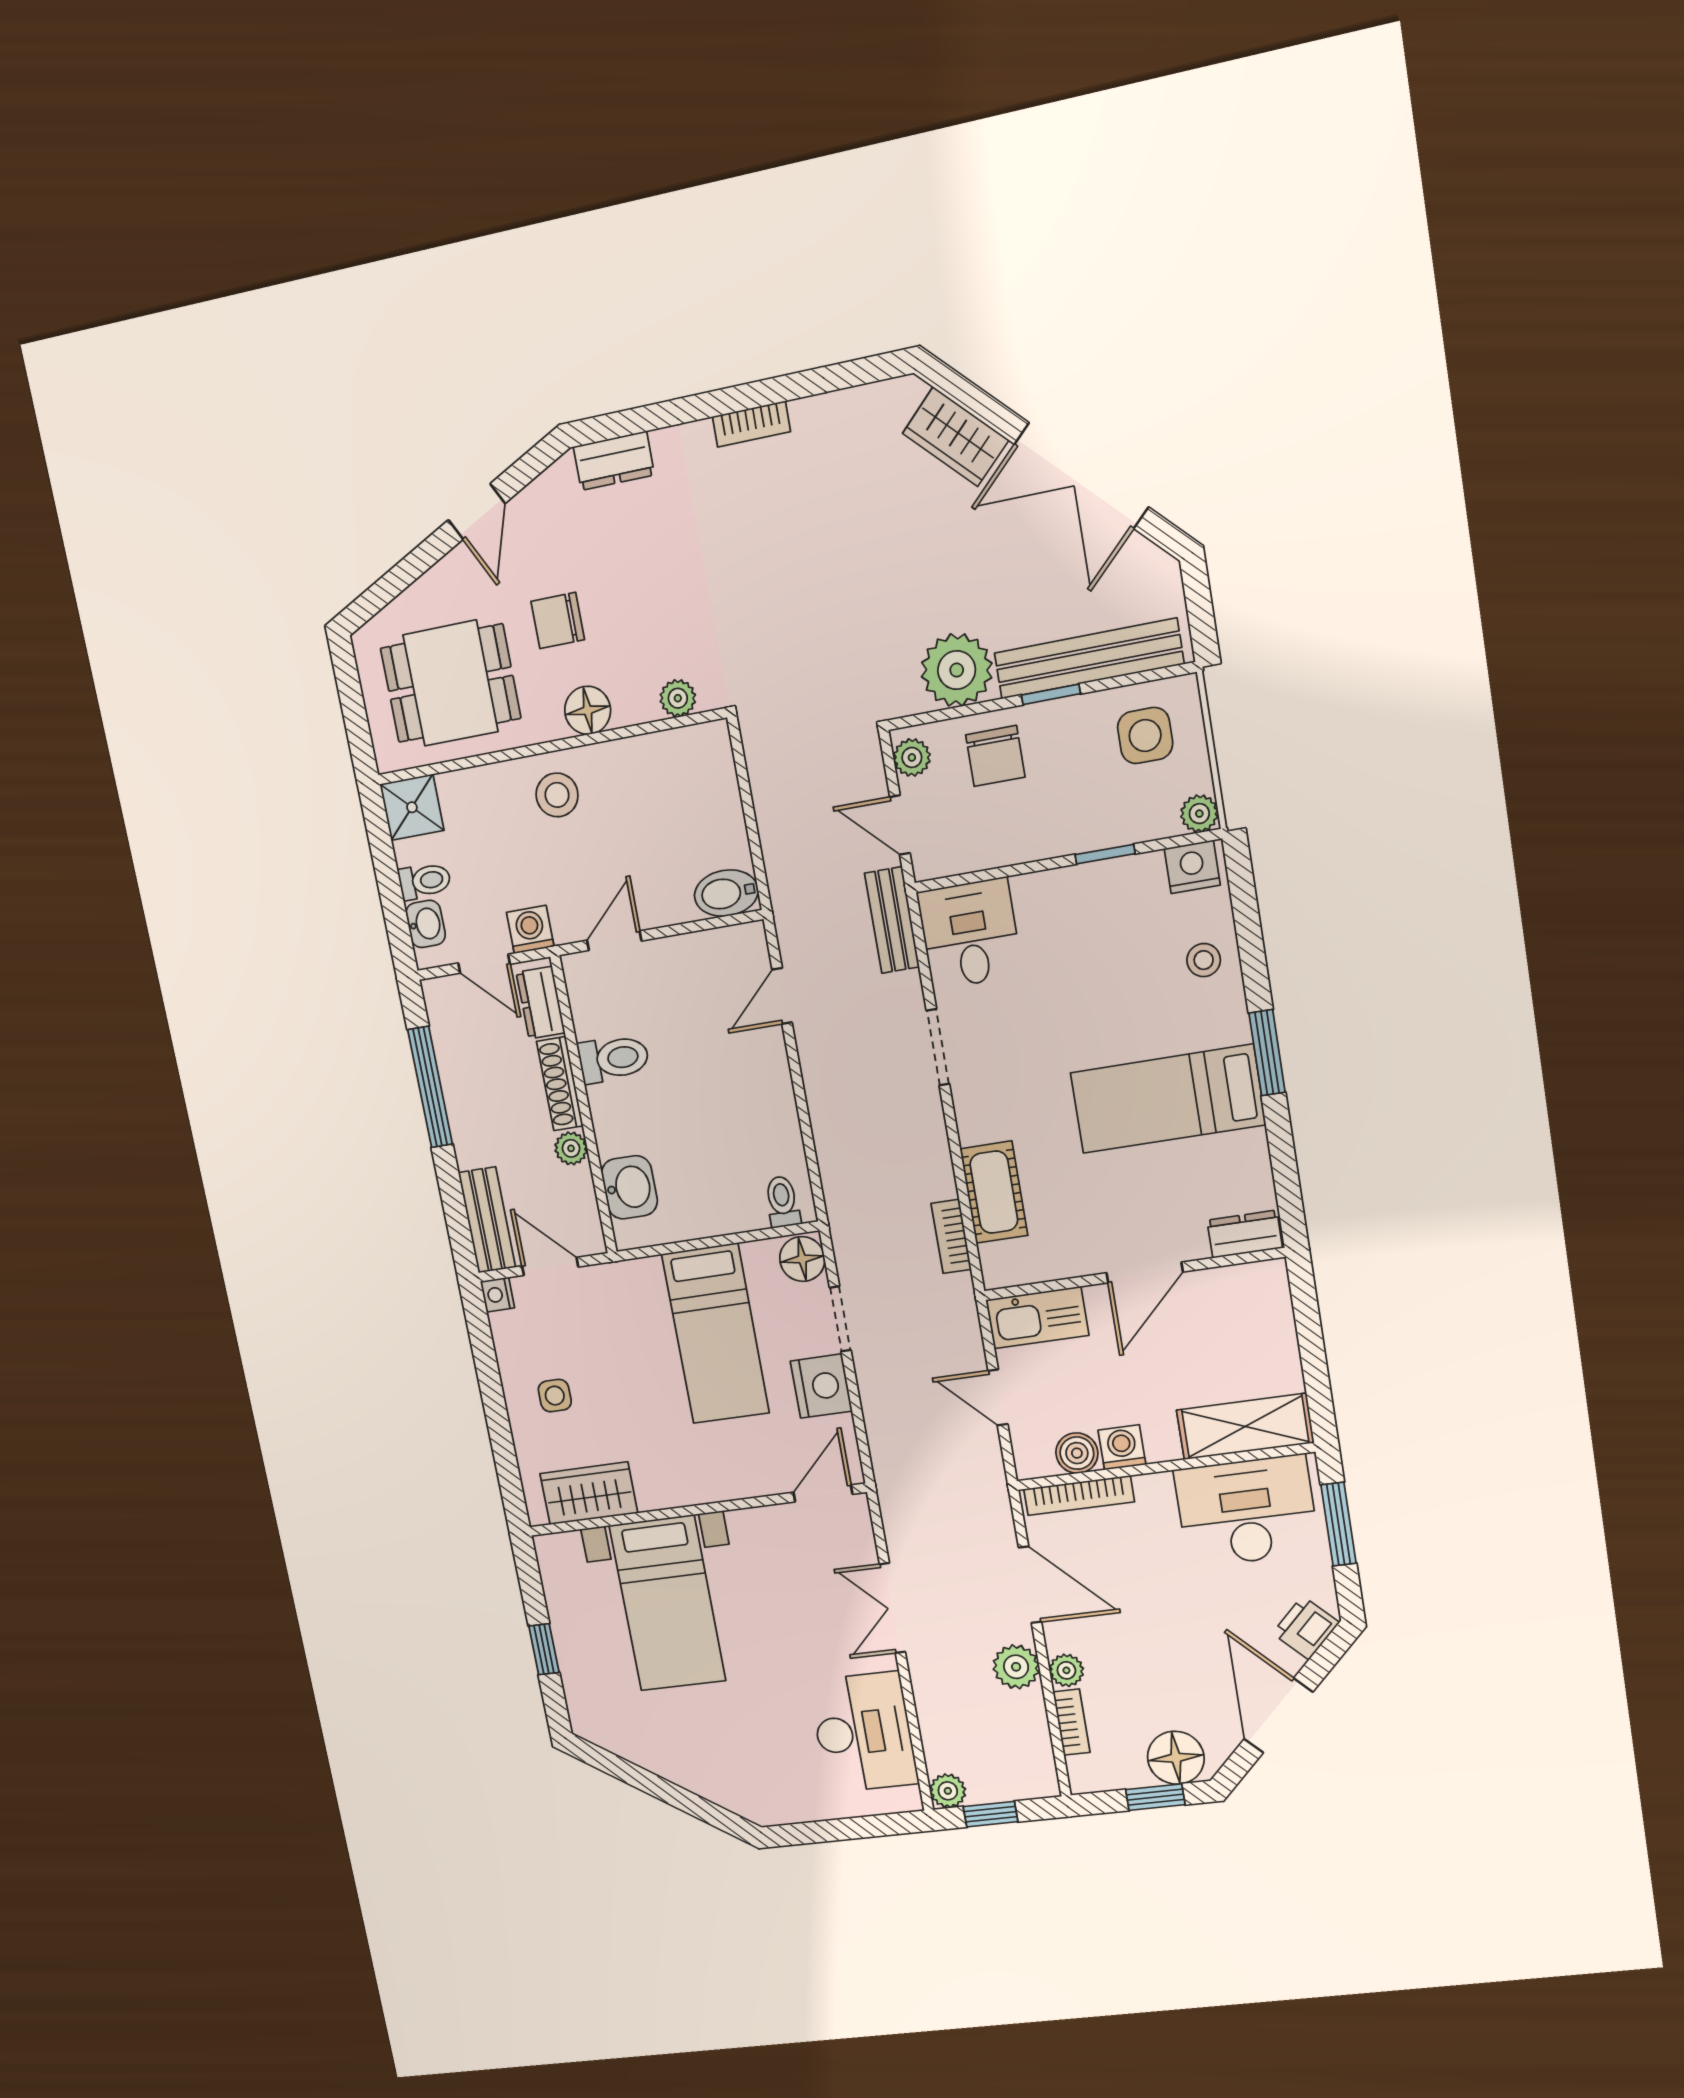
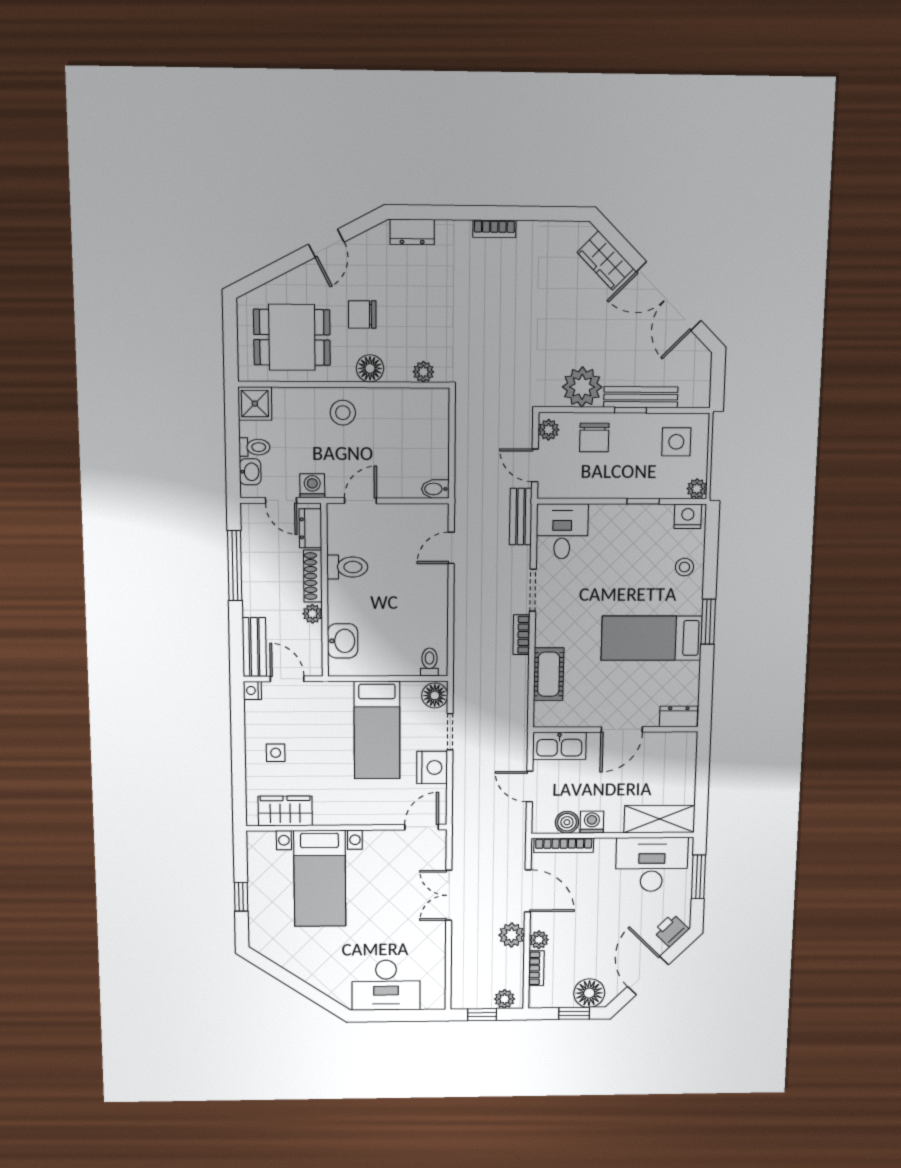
bench: (1089, 659) -> (641, 397), width x0.73, depth x0.82
bidet: (726, 893) -> (435, 489), width x0.72, depth x0.74
bookcase: (951, 1236) -> (521, 635), moved
desk: (863, 1732) -> (386, 985), moved, turned 90
plant: (948, 1791) -> (505, 999), moved

